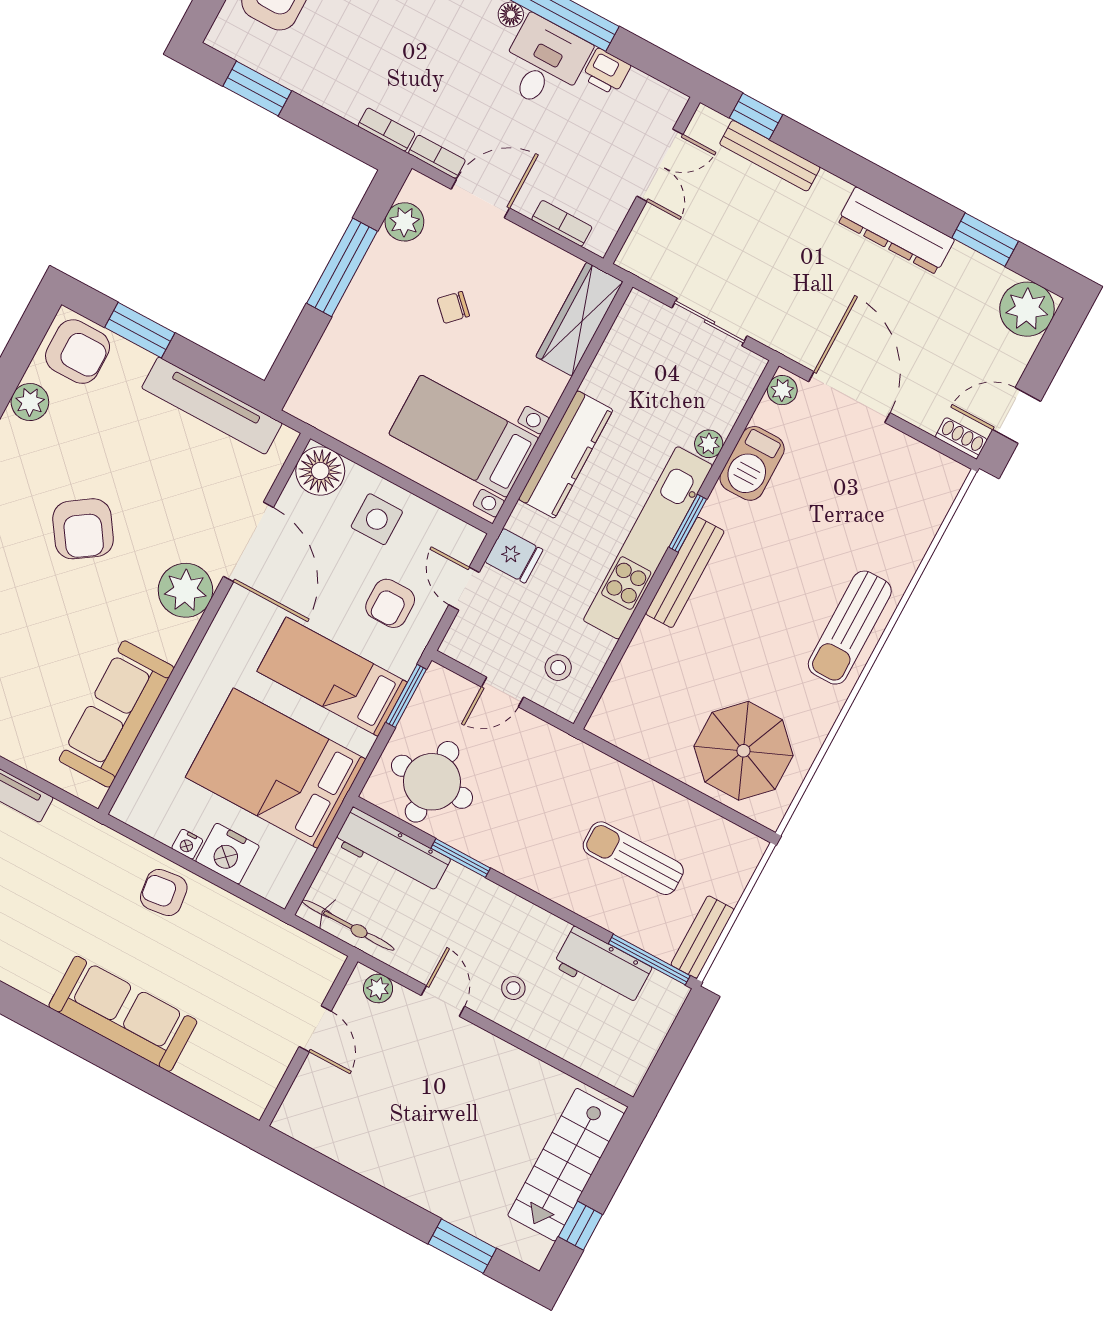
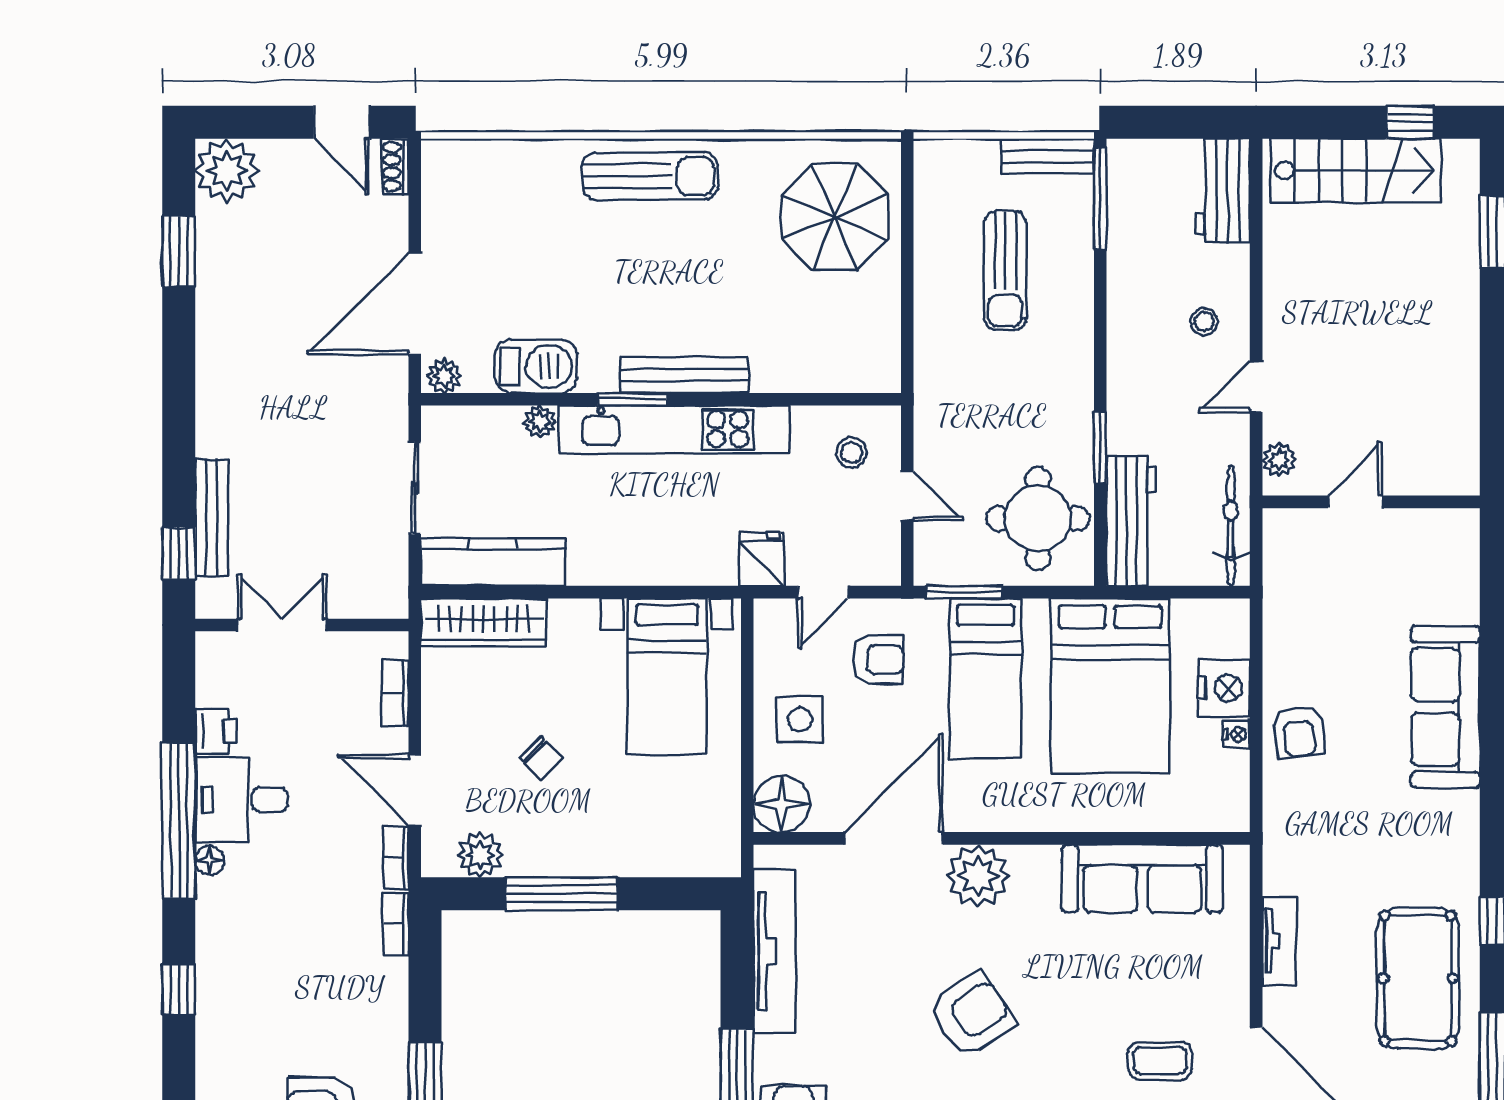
dresser: (896, 230) -> (219, 348), removed
kitchen counter: (566, 454) -> (493, 562), moved
workbench: (602, 967) -> (1223, 191), moved, turned 180

